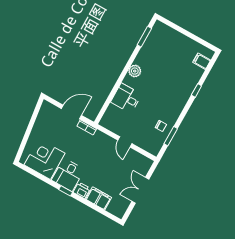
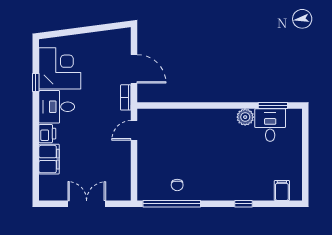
plant: (135, 71) -> (245, 117), moved
desk: (126, 98) -> (270, 125), moved
window: (171, 136) -> (172, 204), width x2.11
door: (125, 142) -> (134, 130), moved
window: (66, 191) -> (36, 83), moved

